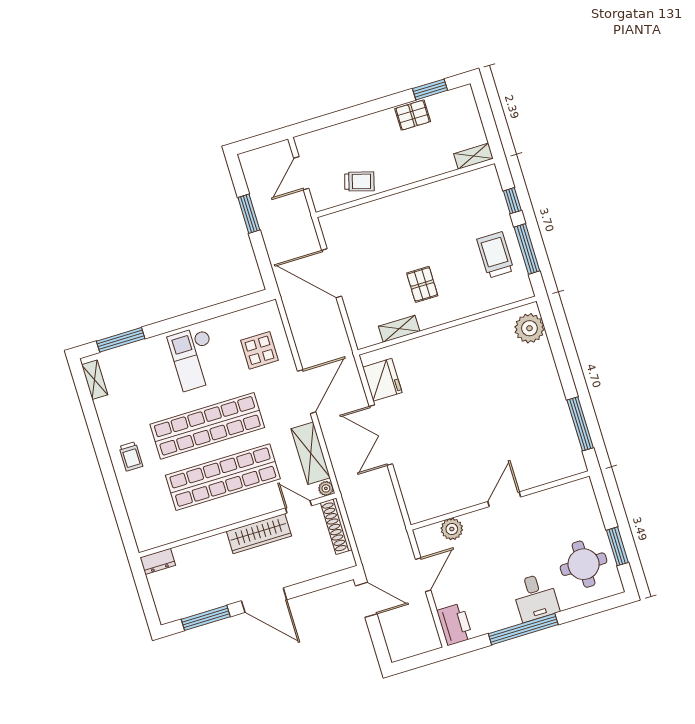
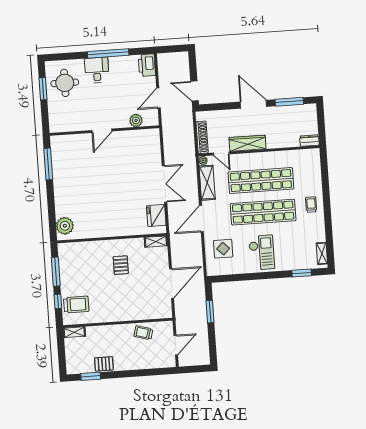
window: (249, 214) -> (210, 312), moved
trolley: (495, 255) -> (76, 305), moved, turned -90
door: (332, 273) -> (171, 284), hinge flipped
shelving: (399, 329) -> (156, 242), moved
window: (121, 340) -> (302, 273), width x0.69

